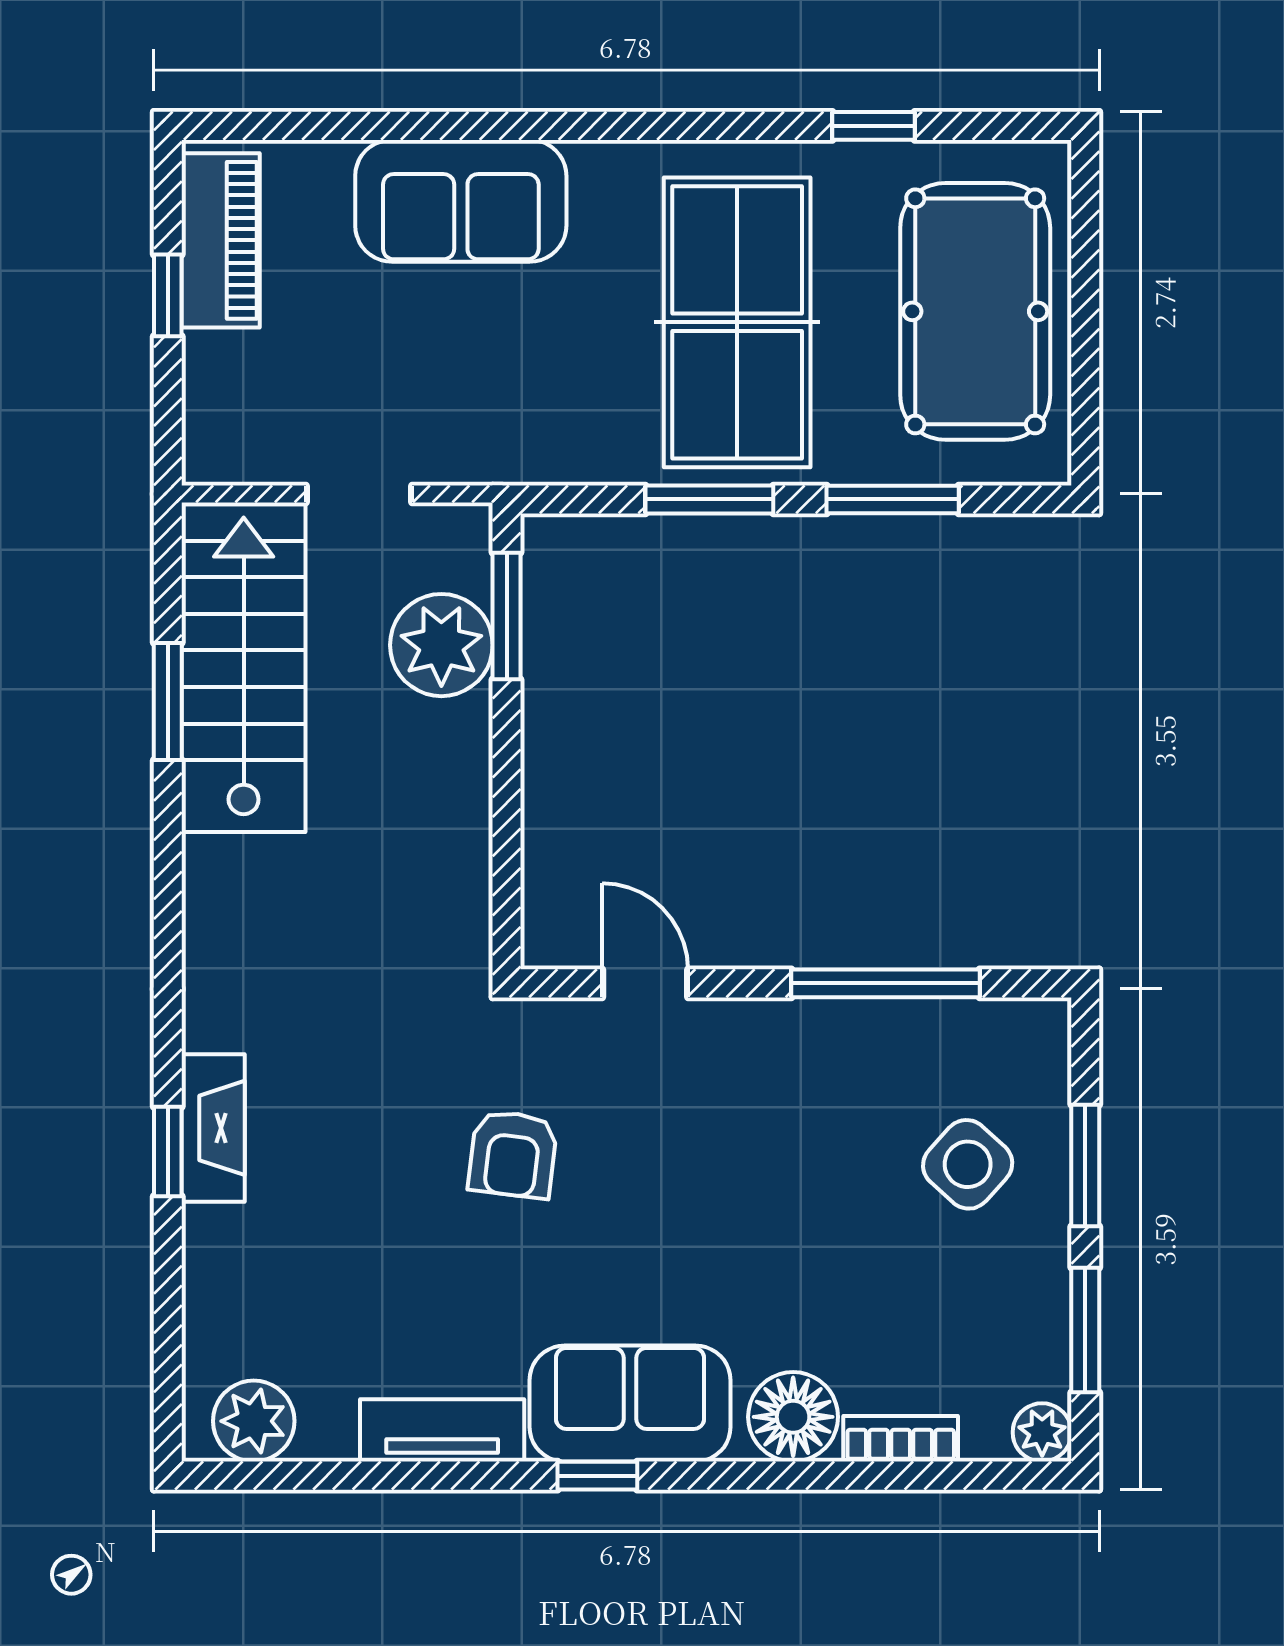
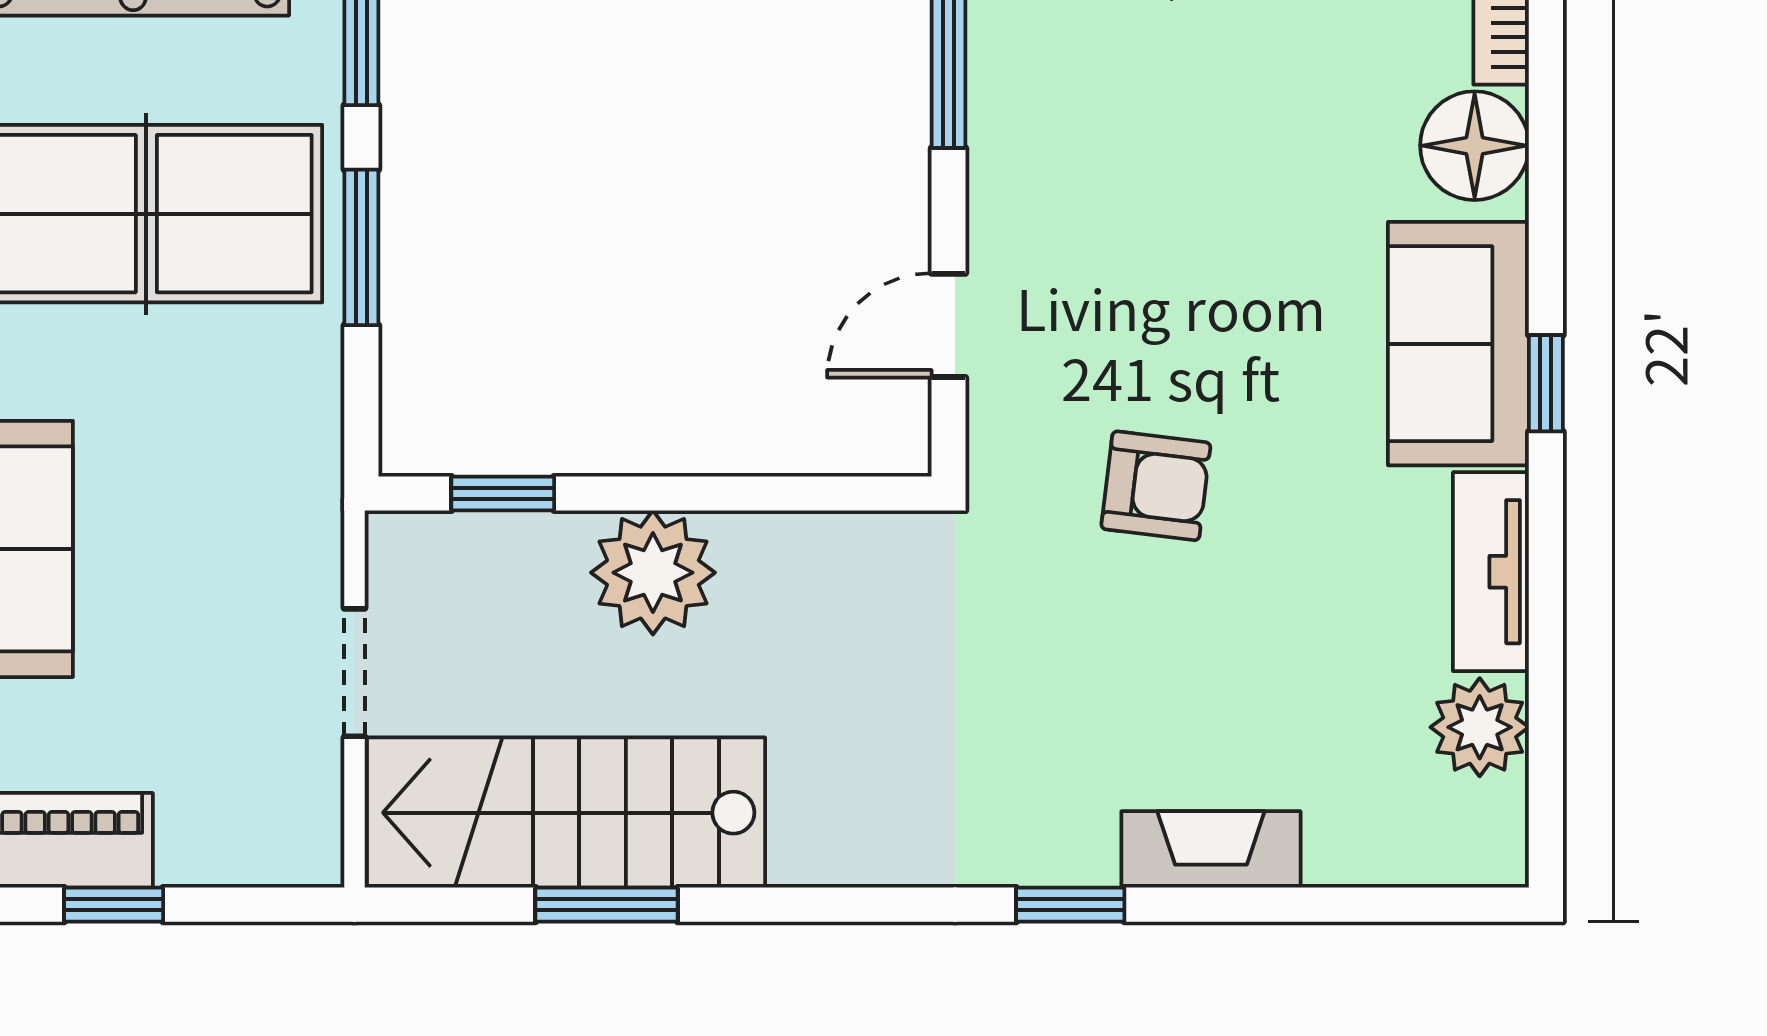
window: (507, 616) -> (503, 493), width x0.67
plant: (441, 645) -> (653, 573), moved
fireplace: (213, 1128) -> (1211, 849), moved
window: (168, 1151) -> (1070, 905), moved
plant: (254, 1421) -> (1480, 727), moved

